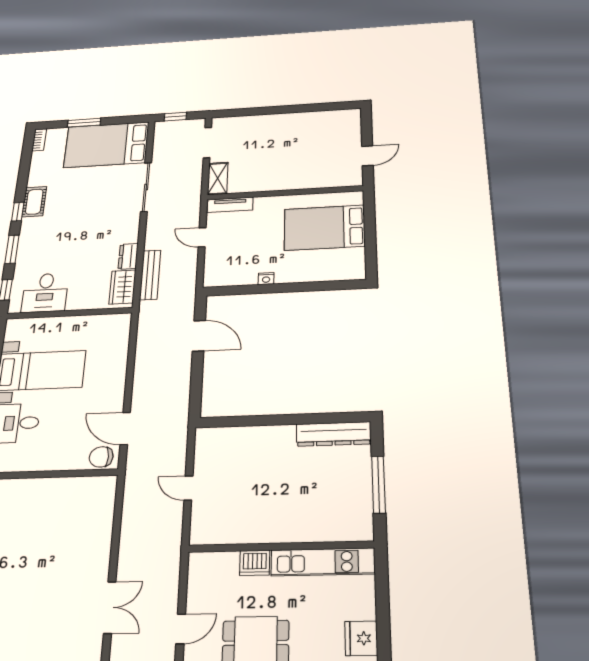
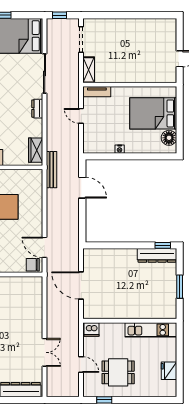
dresser: (128, 256) -> (37, 109), moved
floor lamp: (352, 259) -> (169, 138), added
bench: (150, 275) -> (51, 170), moved
window: (344, 417) -> (163, 245), added
window: (379, 484) -> (180, 287), width x0.69
door: (188, 488) -> (81, 285), width x1.87
dishwasher: (255, 563) -> (92, 330), moved
door: (181, 629) -> (81, 365), hinge flipped

